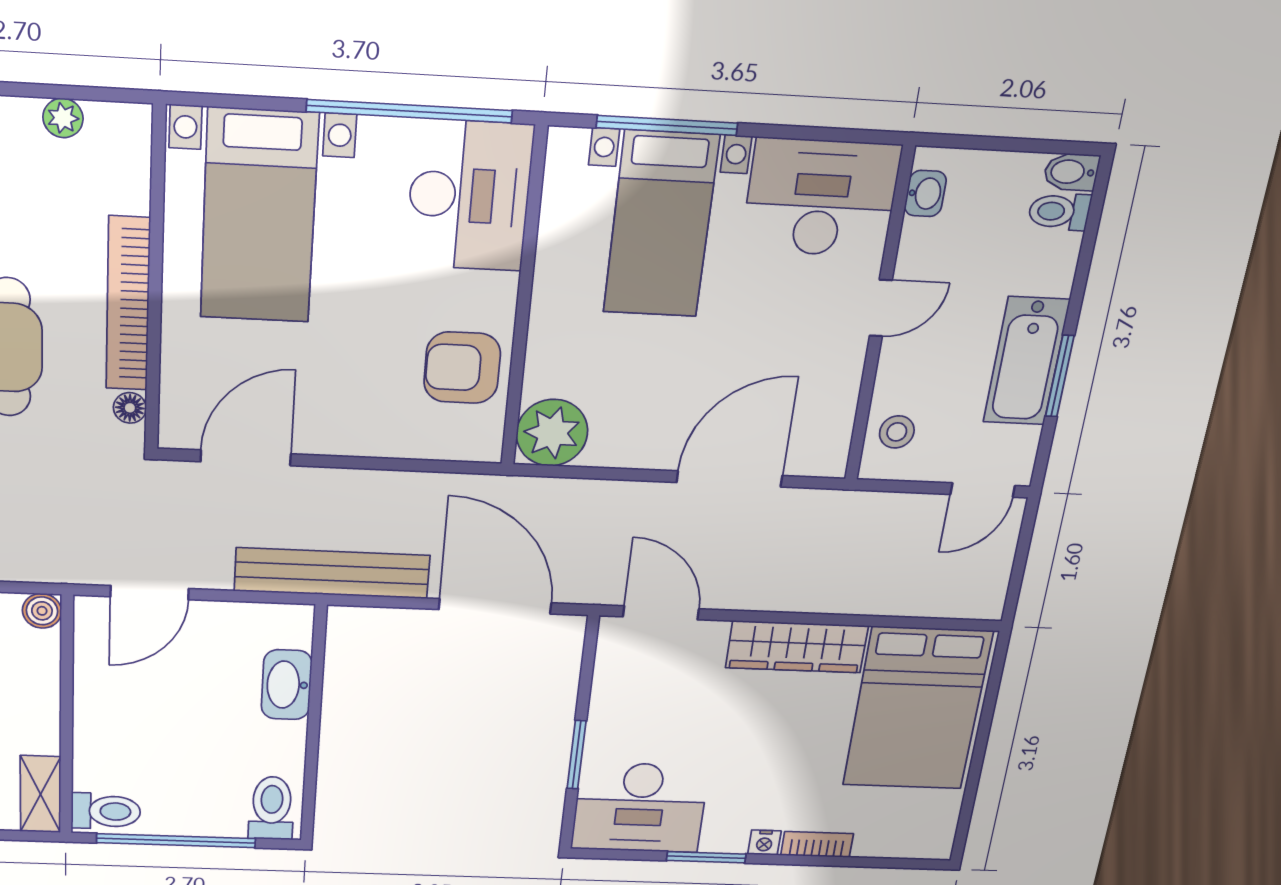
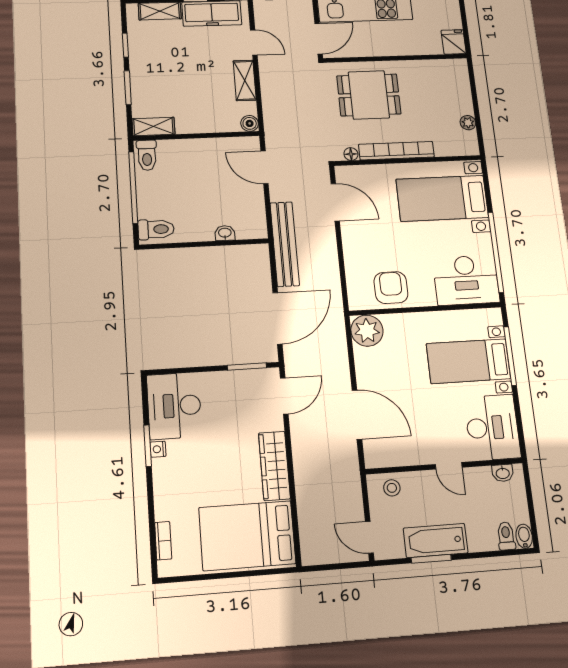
washbasin: (287, 685) -> (225, 233), width x0.52, depth x0.69
window: (577, 755) -> (247, 366), moved
nightstand: (764, 843) -> (158, 449), moved
bookcase: (817, 844) -> (163, 541), moved

